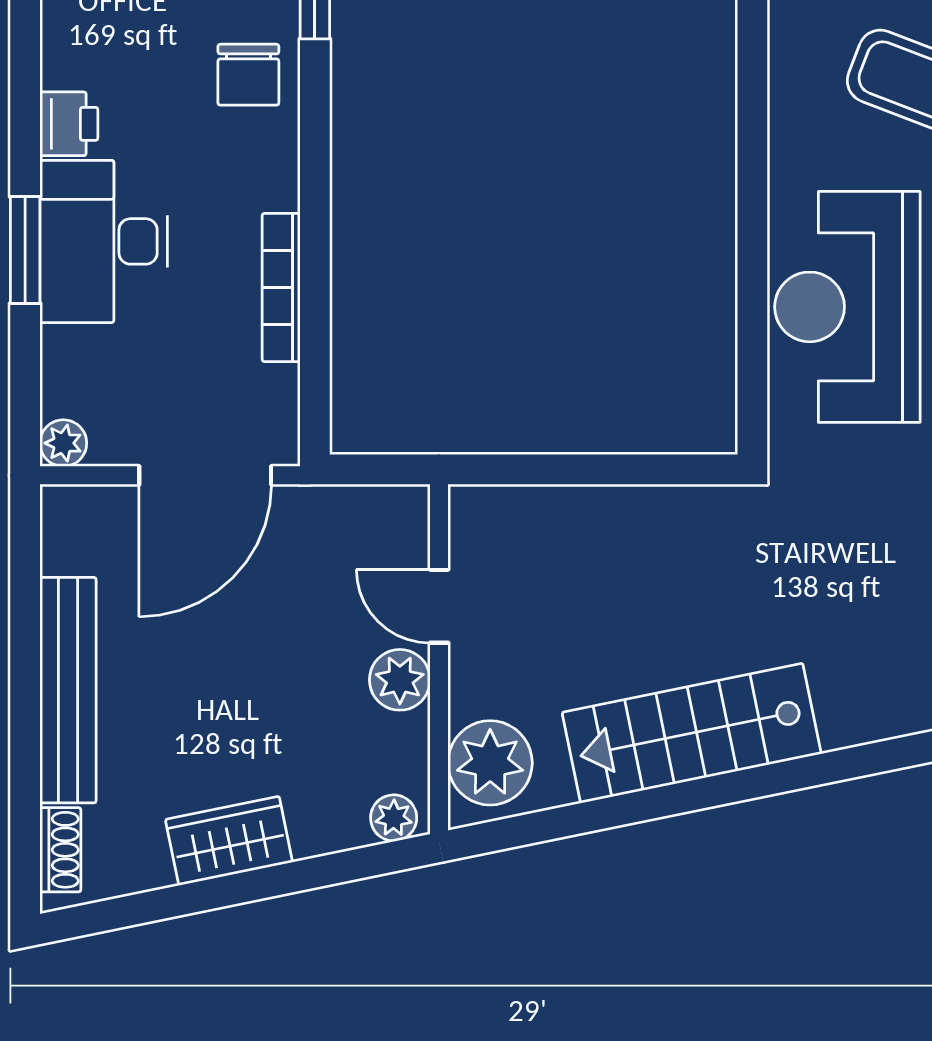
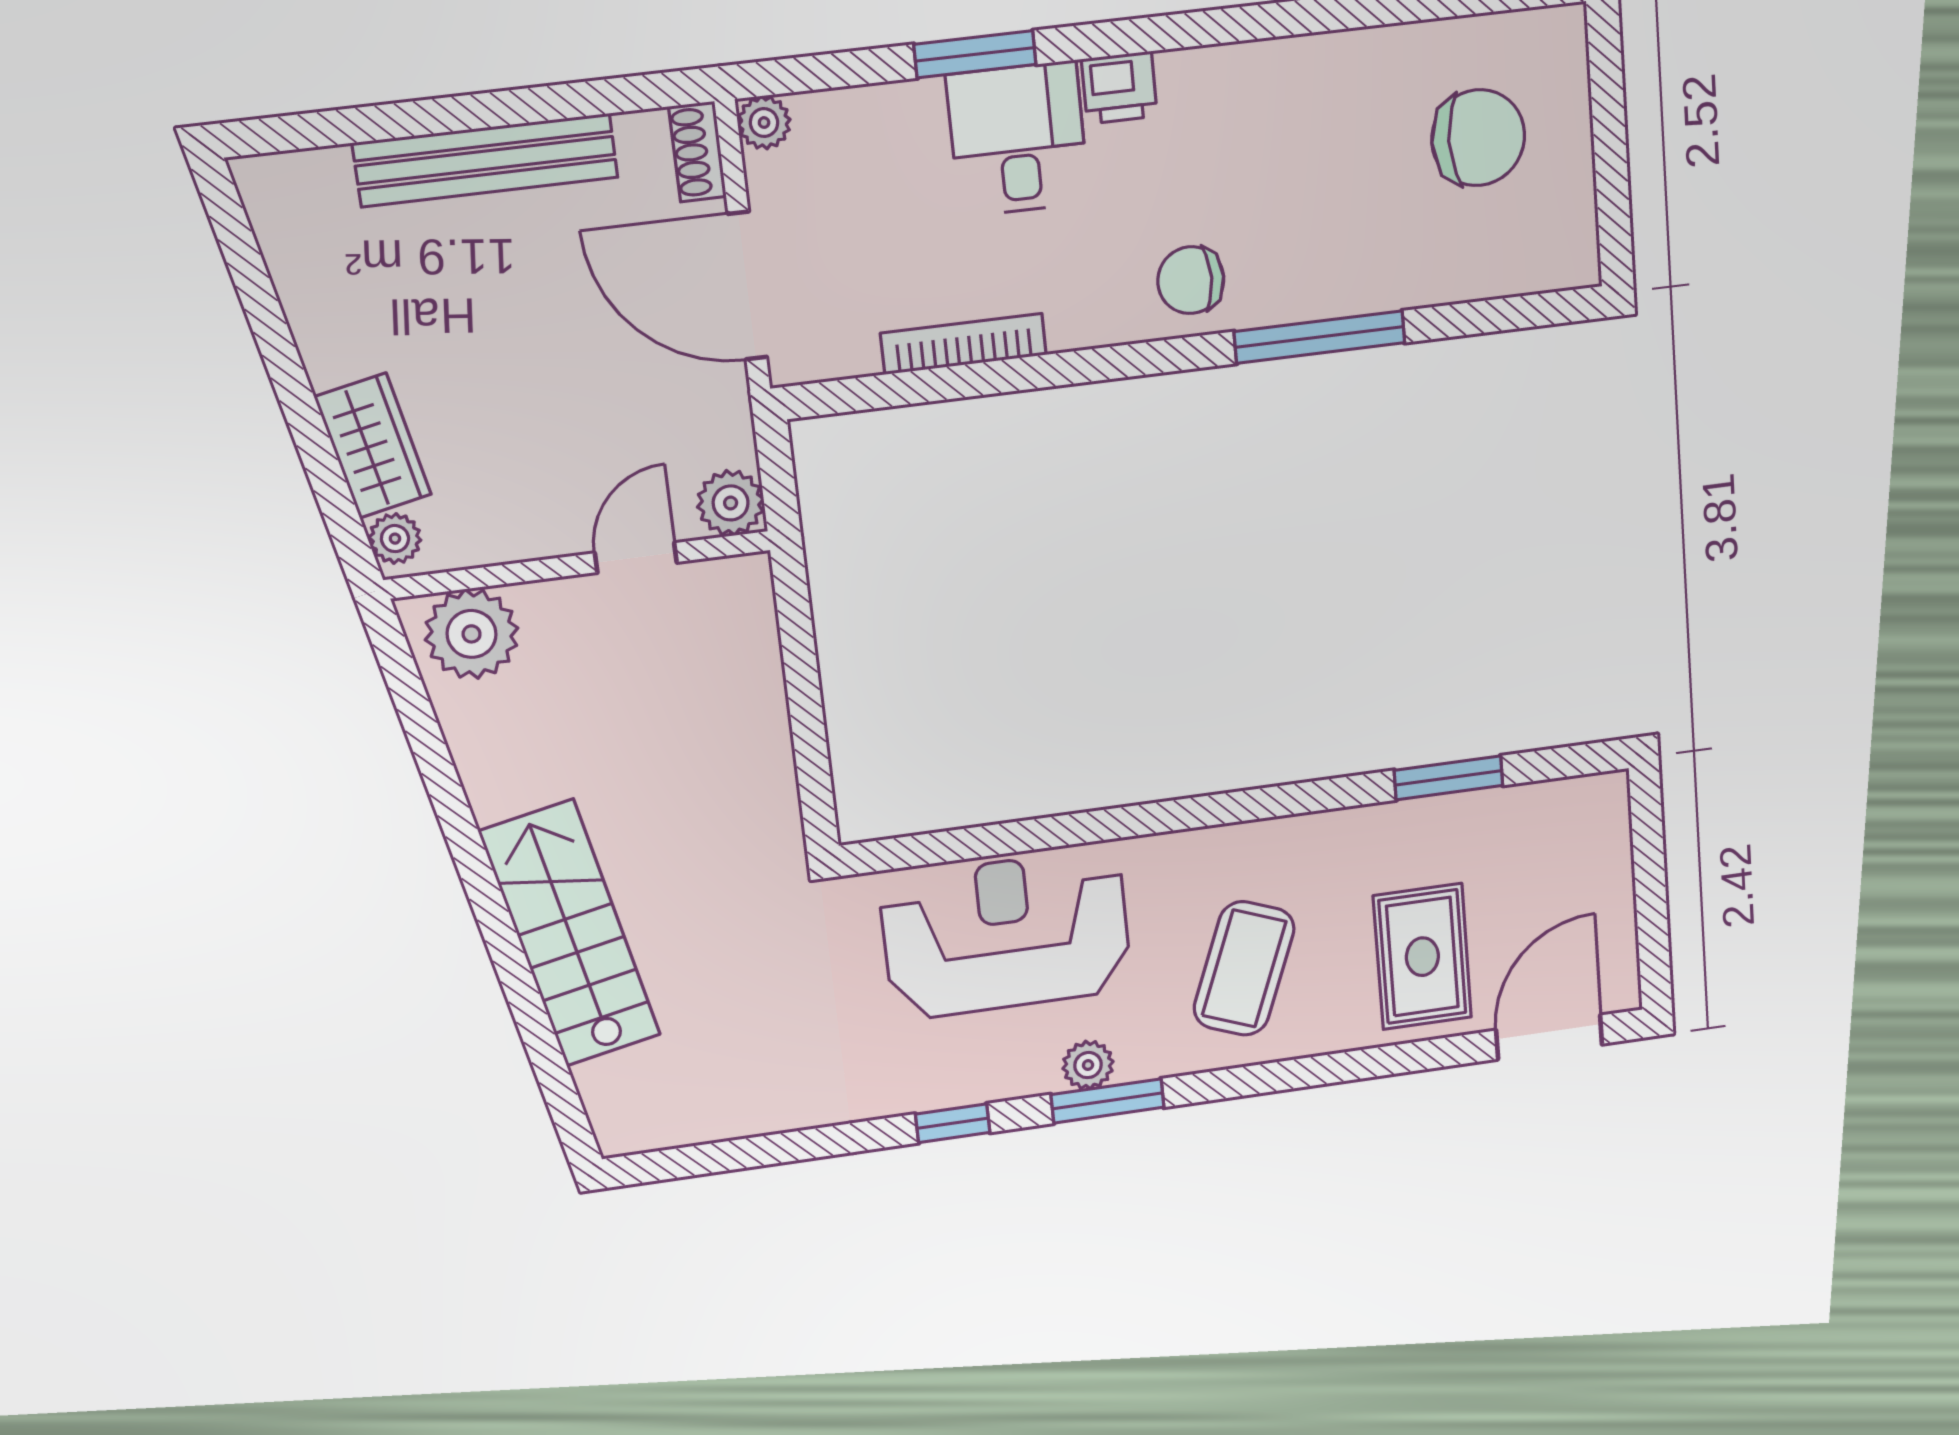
desk: (104, 241) -> (1018, 139), width x0.73
plant: (400, 680) -> (731, 503), moved
stairs: (692, 733) -> (570, 934), moved
wardrobe: (229, 841) -> (373, 446), moved
shoe rack: (60, 850) -> (697, 152), moved, turned 90

